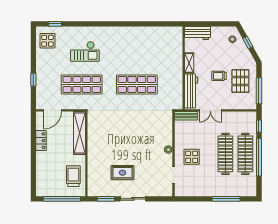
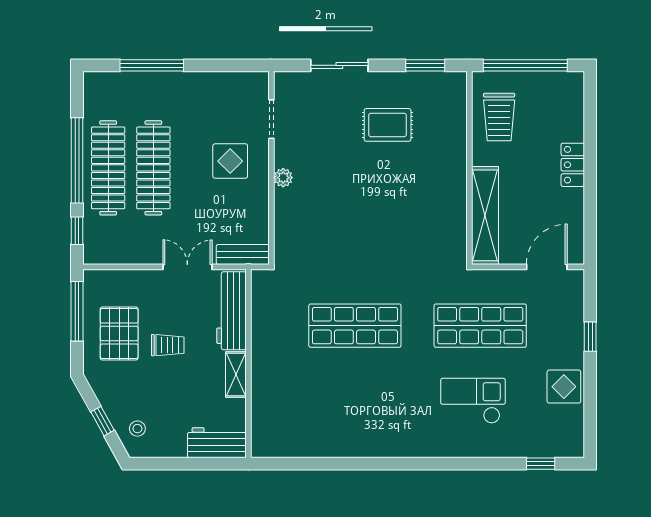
display table: (48, 41) -> (564, 387), moved
locker: (41, 141) -> (573, 165), moved
sliding door: (133, 199) -> (339, 65), moved

